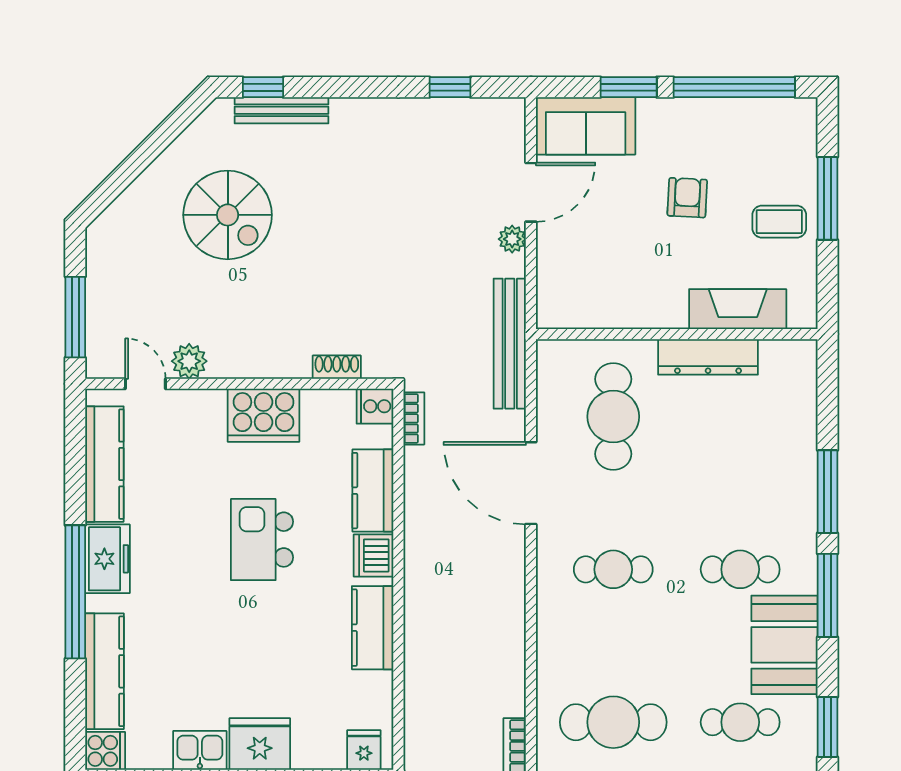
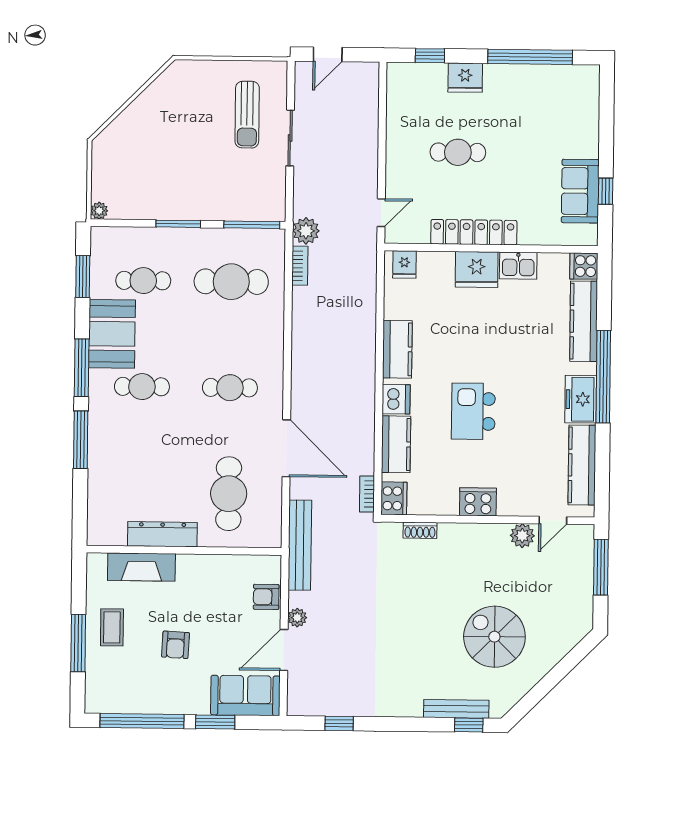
coffee table: (779, 222) -> (112, 627), turned 90
armchair: (557, 268) -> (266, 597), added
door: (145, 384) -> (553, 520), hinge flipped
cooker: (375, 406) -> (394, 498), width x1.36
cooker: (264, 415) -> (478, 502), width x0.73, depth x0.76
kitchen island: (262, 540) -> (473, 411), turned 180

